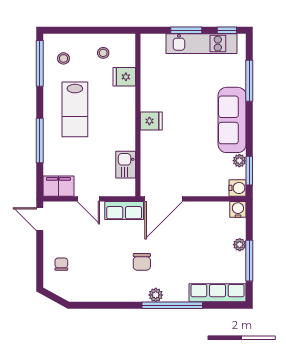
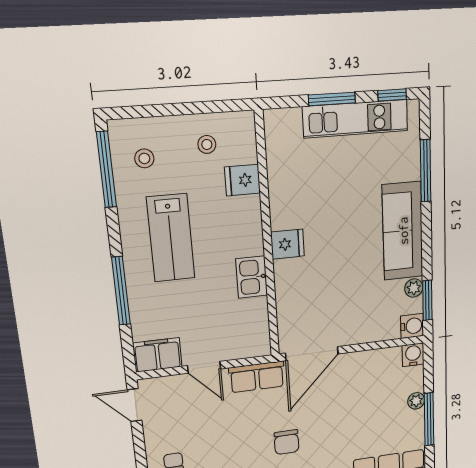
kitchen sink: (126, 165) -> (252, 277), moved

